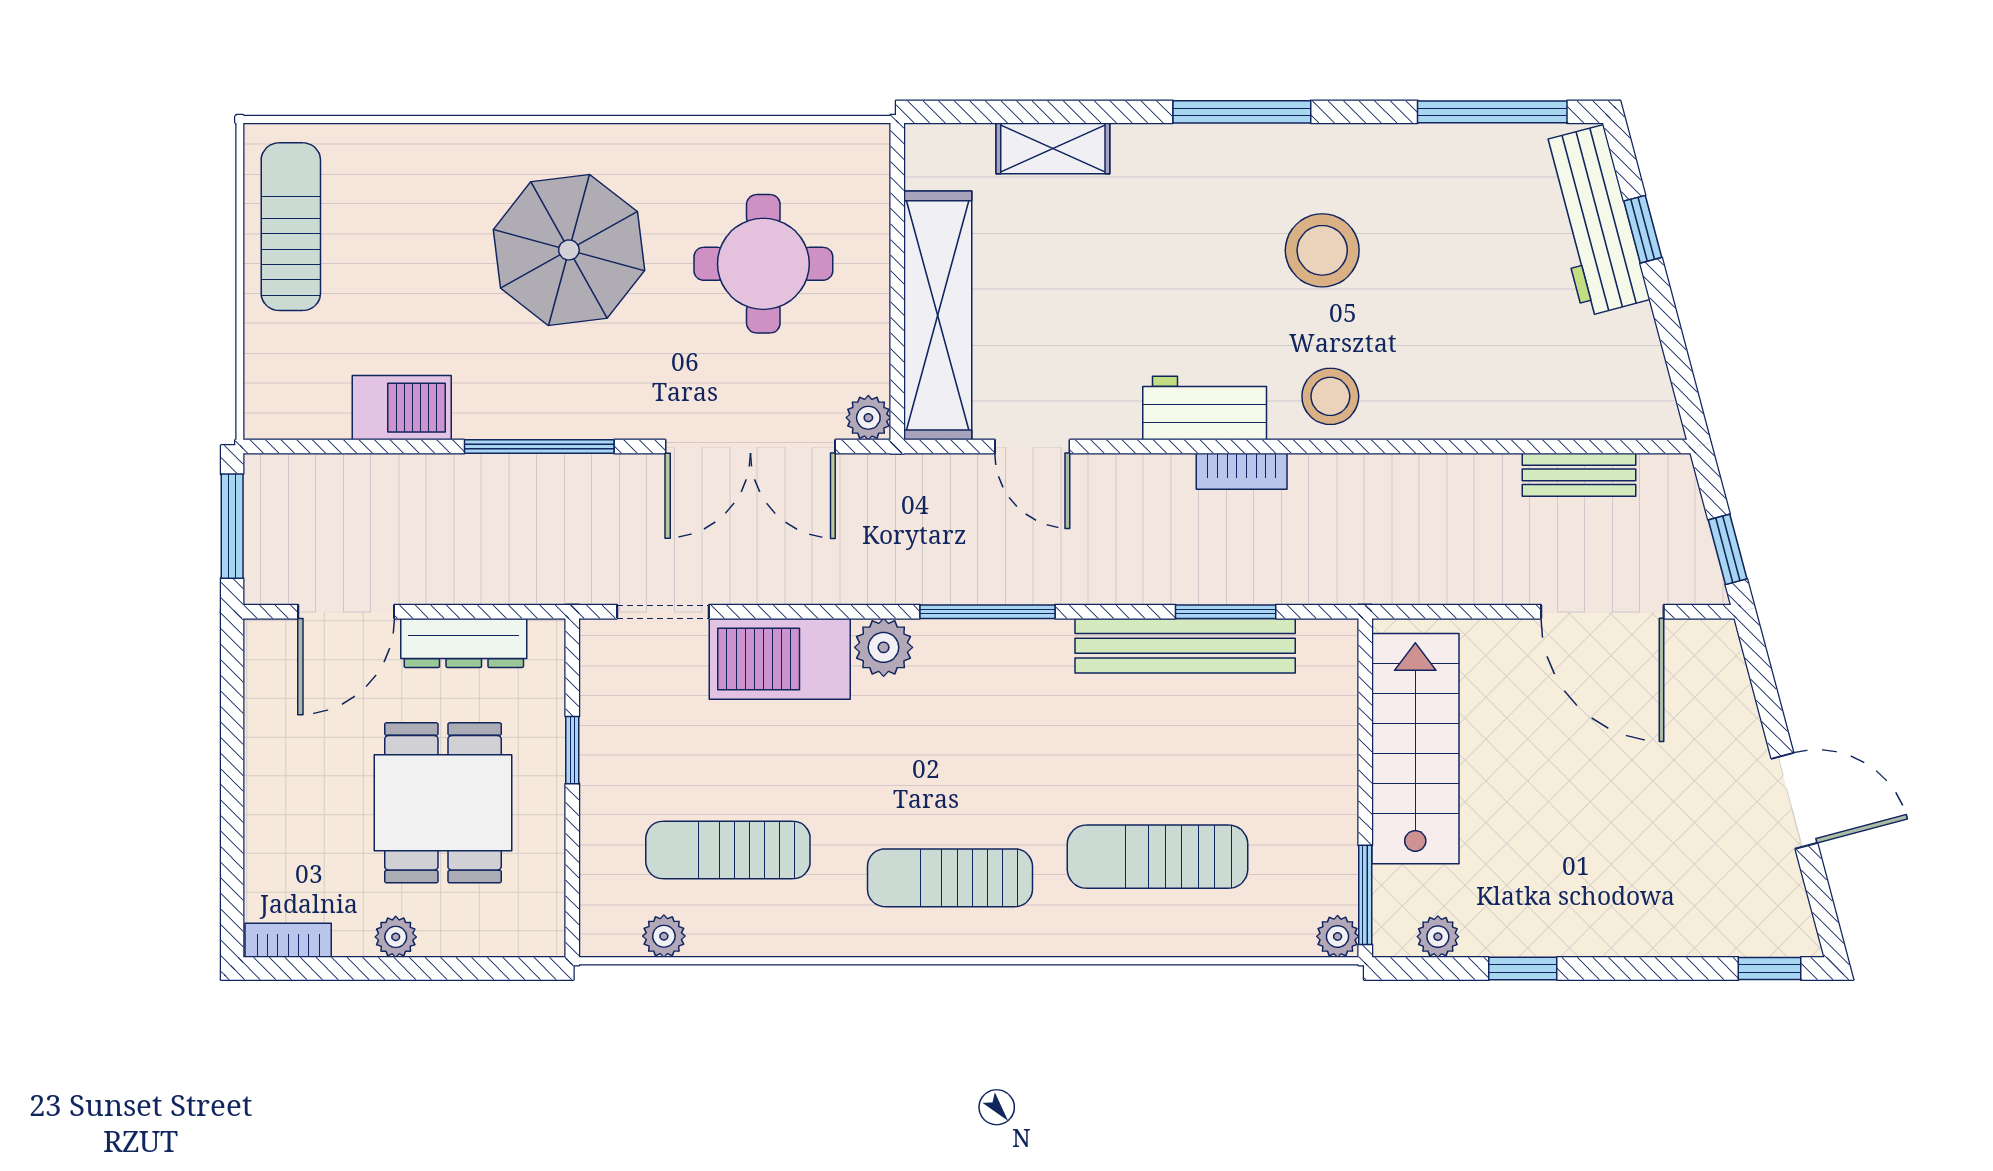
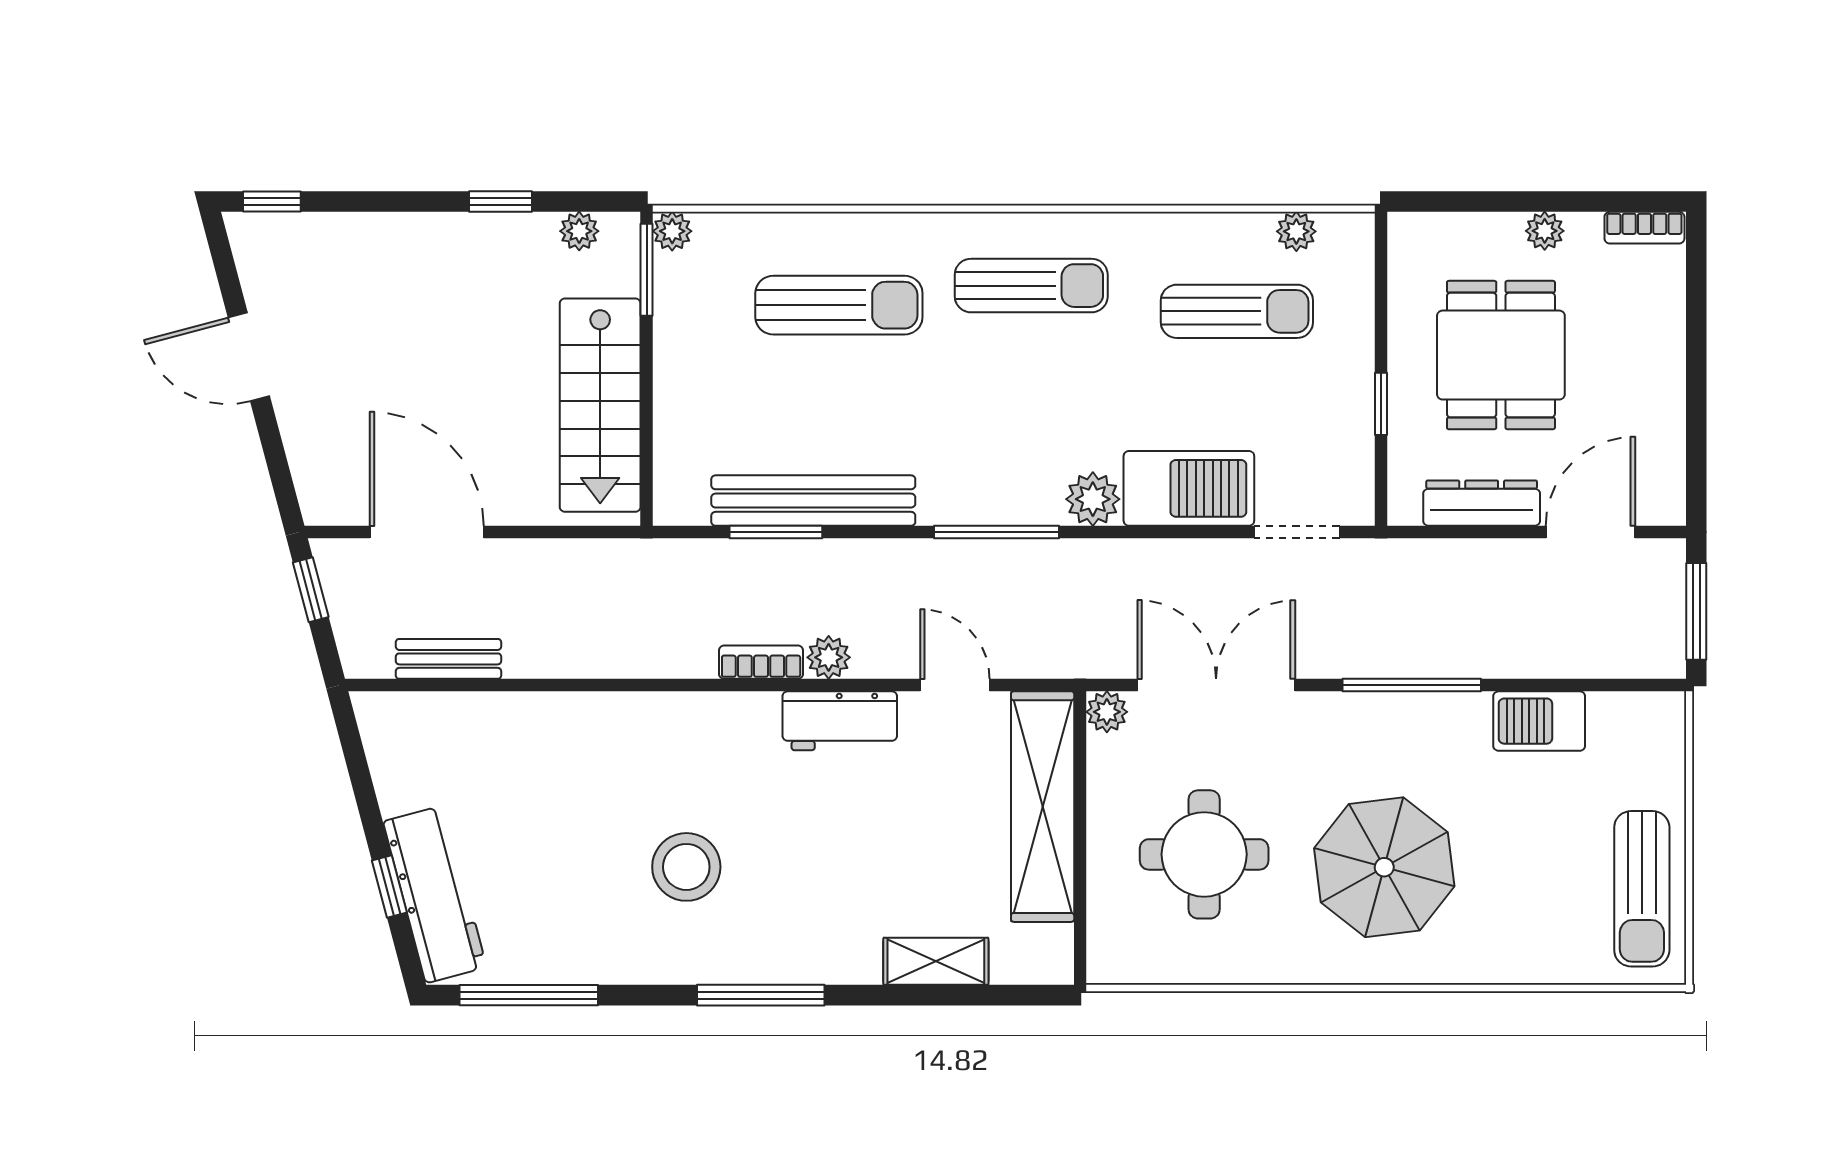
stool: (1330, 396) -> (679, 732), removed
workbench: (1205, 408) -> (840, 721), moved
plant: (1169, 476) -> (829, 657), added

